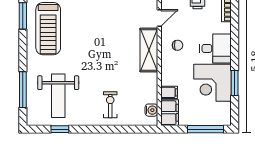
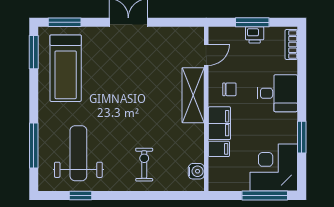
corner desk: (213, 83) -> (274, 167), moved, turned 90
weight bench: (58, 96) -> (78, 153), turned 180
filing cabinet: (170, 113) -> (219, 123), moved

